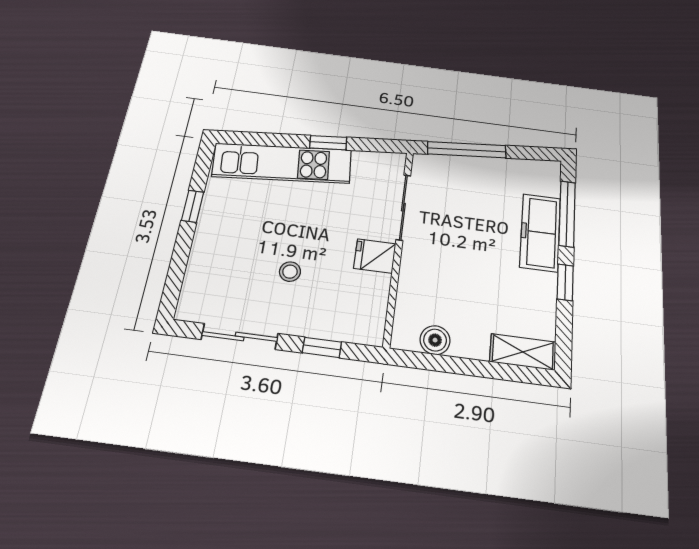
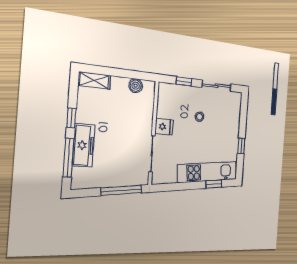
window: (328, 143) -> (214, 184), moved

